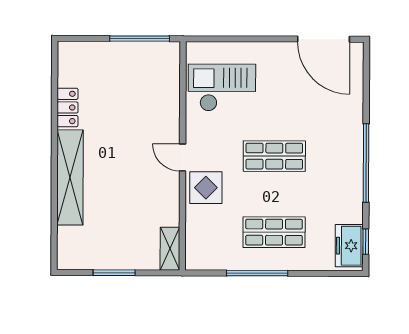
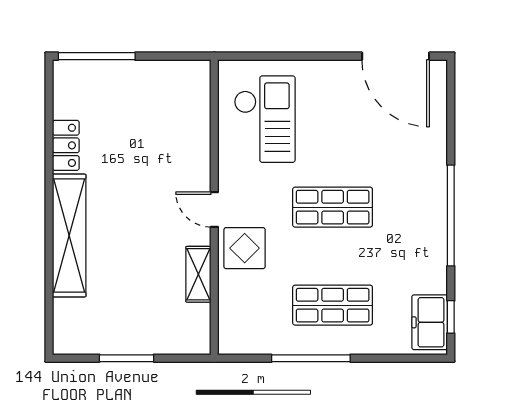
window: (140, 39) -> (97, 56), moved
checkout: (222, 88) -> (265, 119), turned 90
shelving: (170, 249) -> (198, 274), moved

